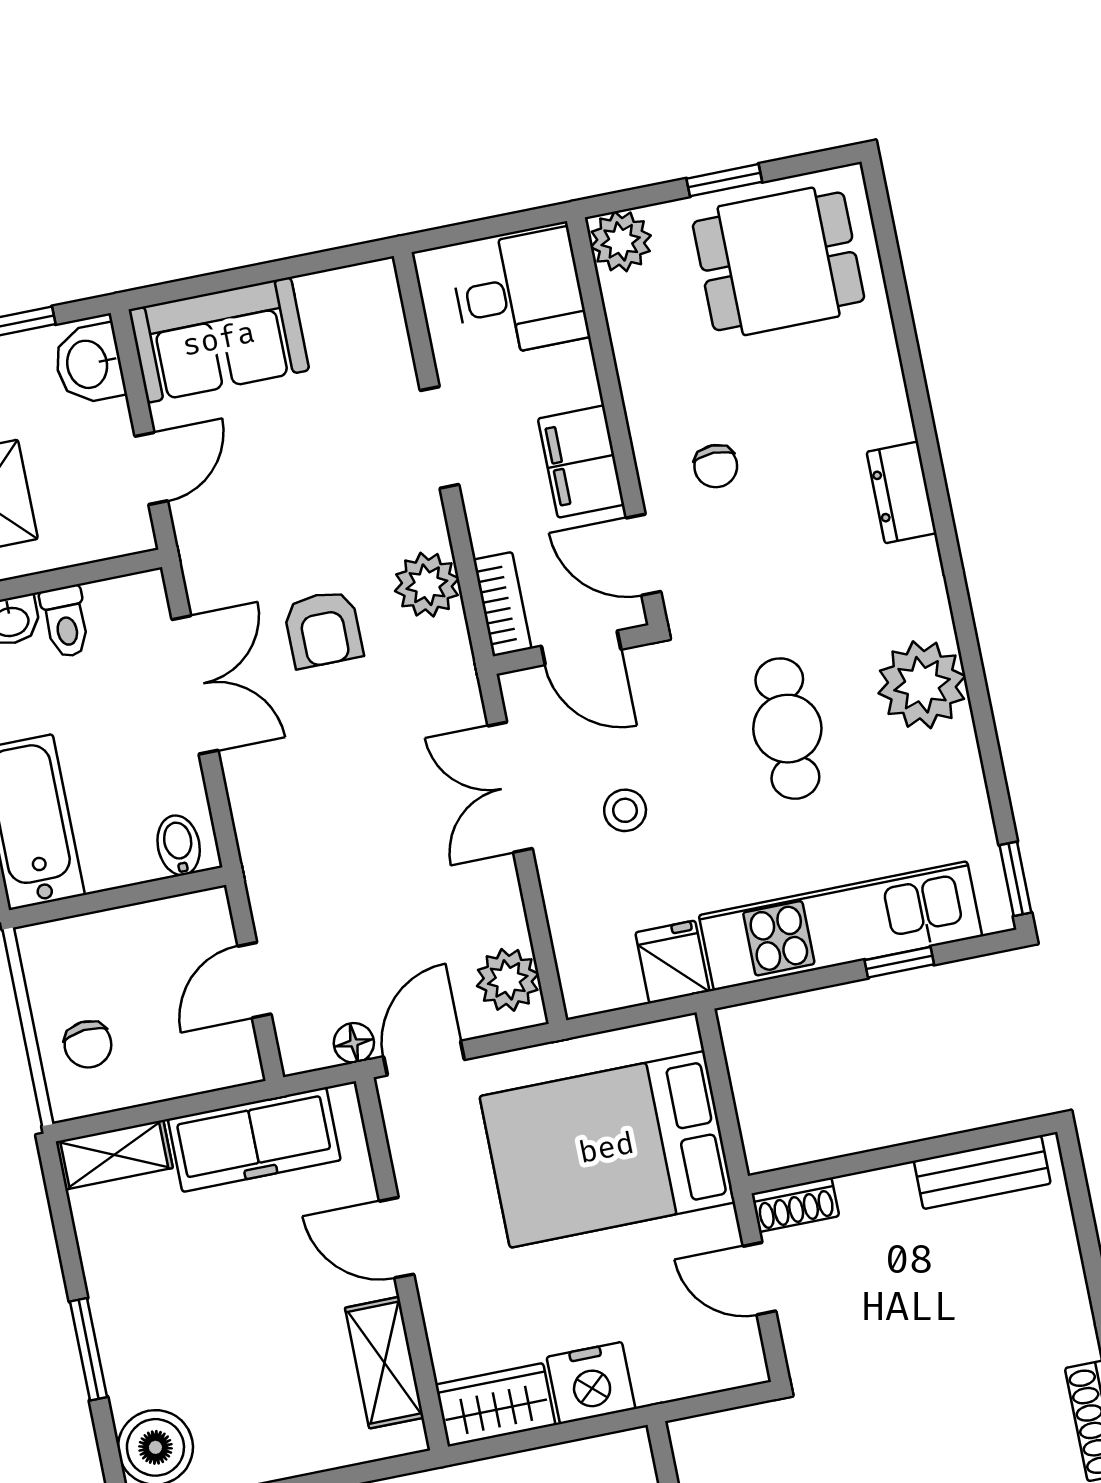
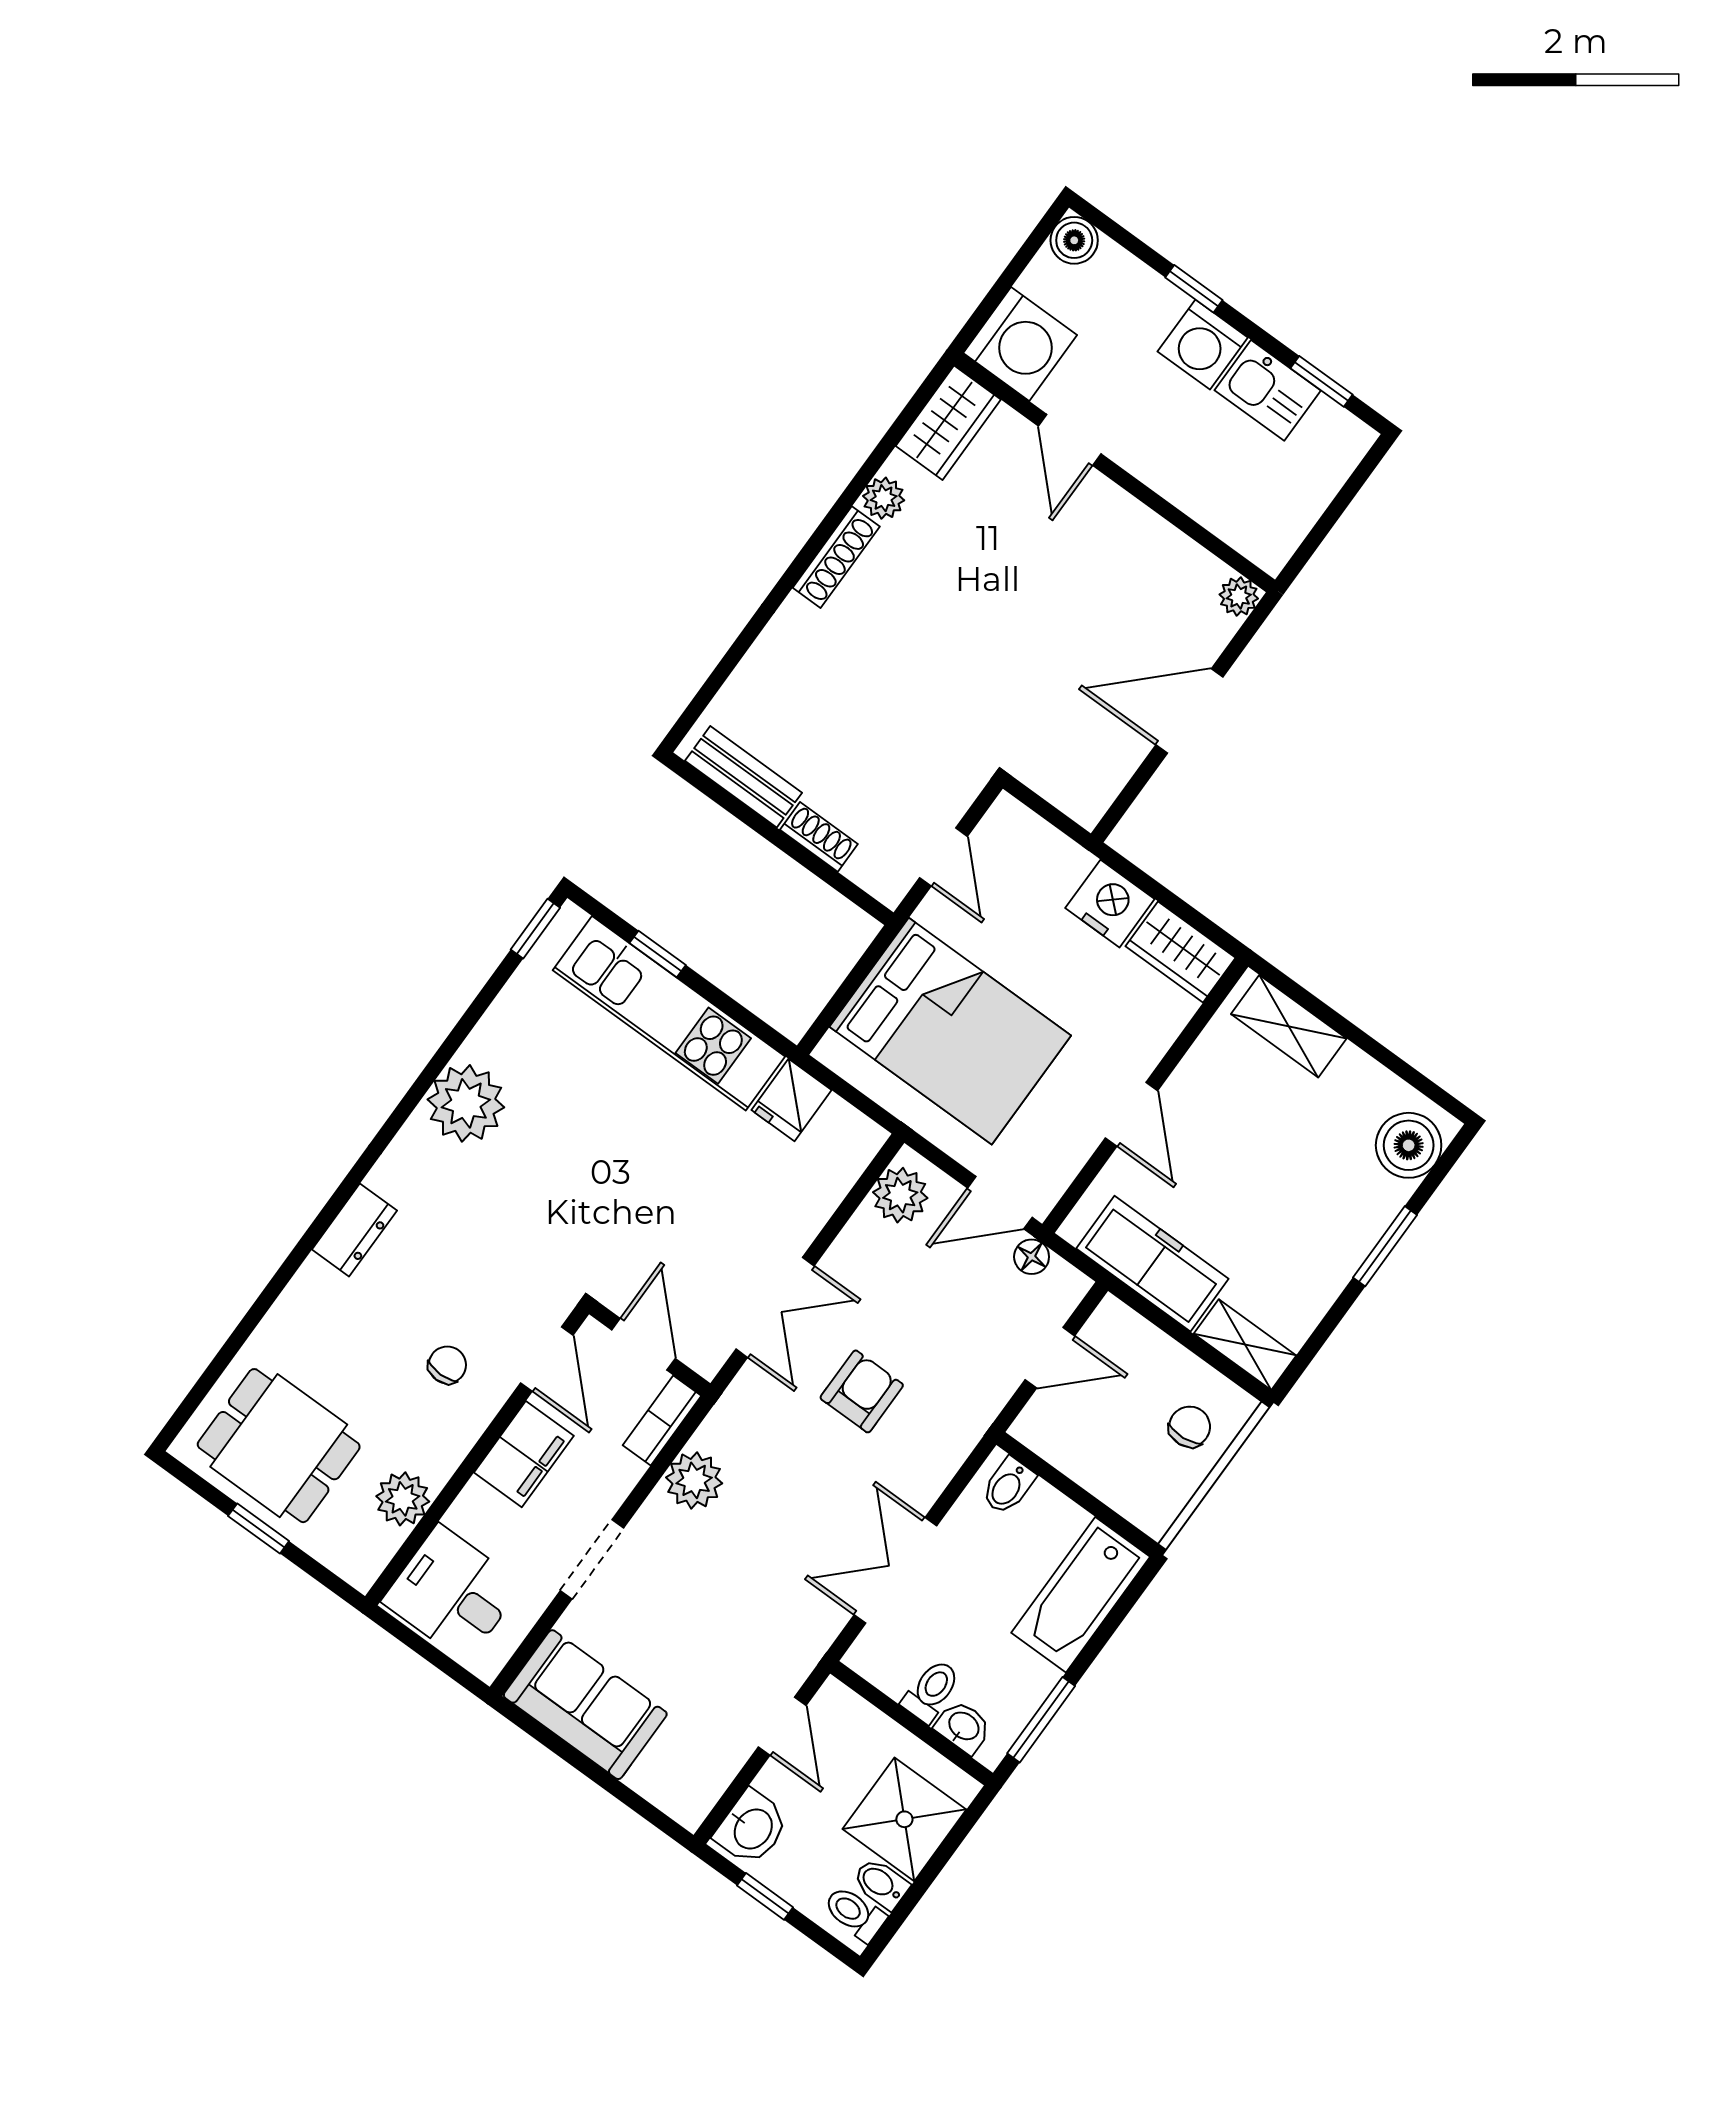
plant: (621, 241) -> (403, 1499), moved
sofa: (219, 340) -> (585, 1705), moved
door: (151, 469) -> (782, 1726), swing flipped
armchair: (323, 629) -> (862, 1391), moved
cafe table: (787, 729) -> (574, 1164), removed
stool: (625, 810) -> (722, 1220), removed
shoe rack: (795, 1205) -> (819, 837), moved
shelving: (384, 1363) -> (1289, 1026), moved, turned 90

